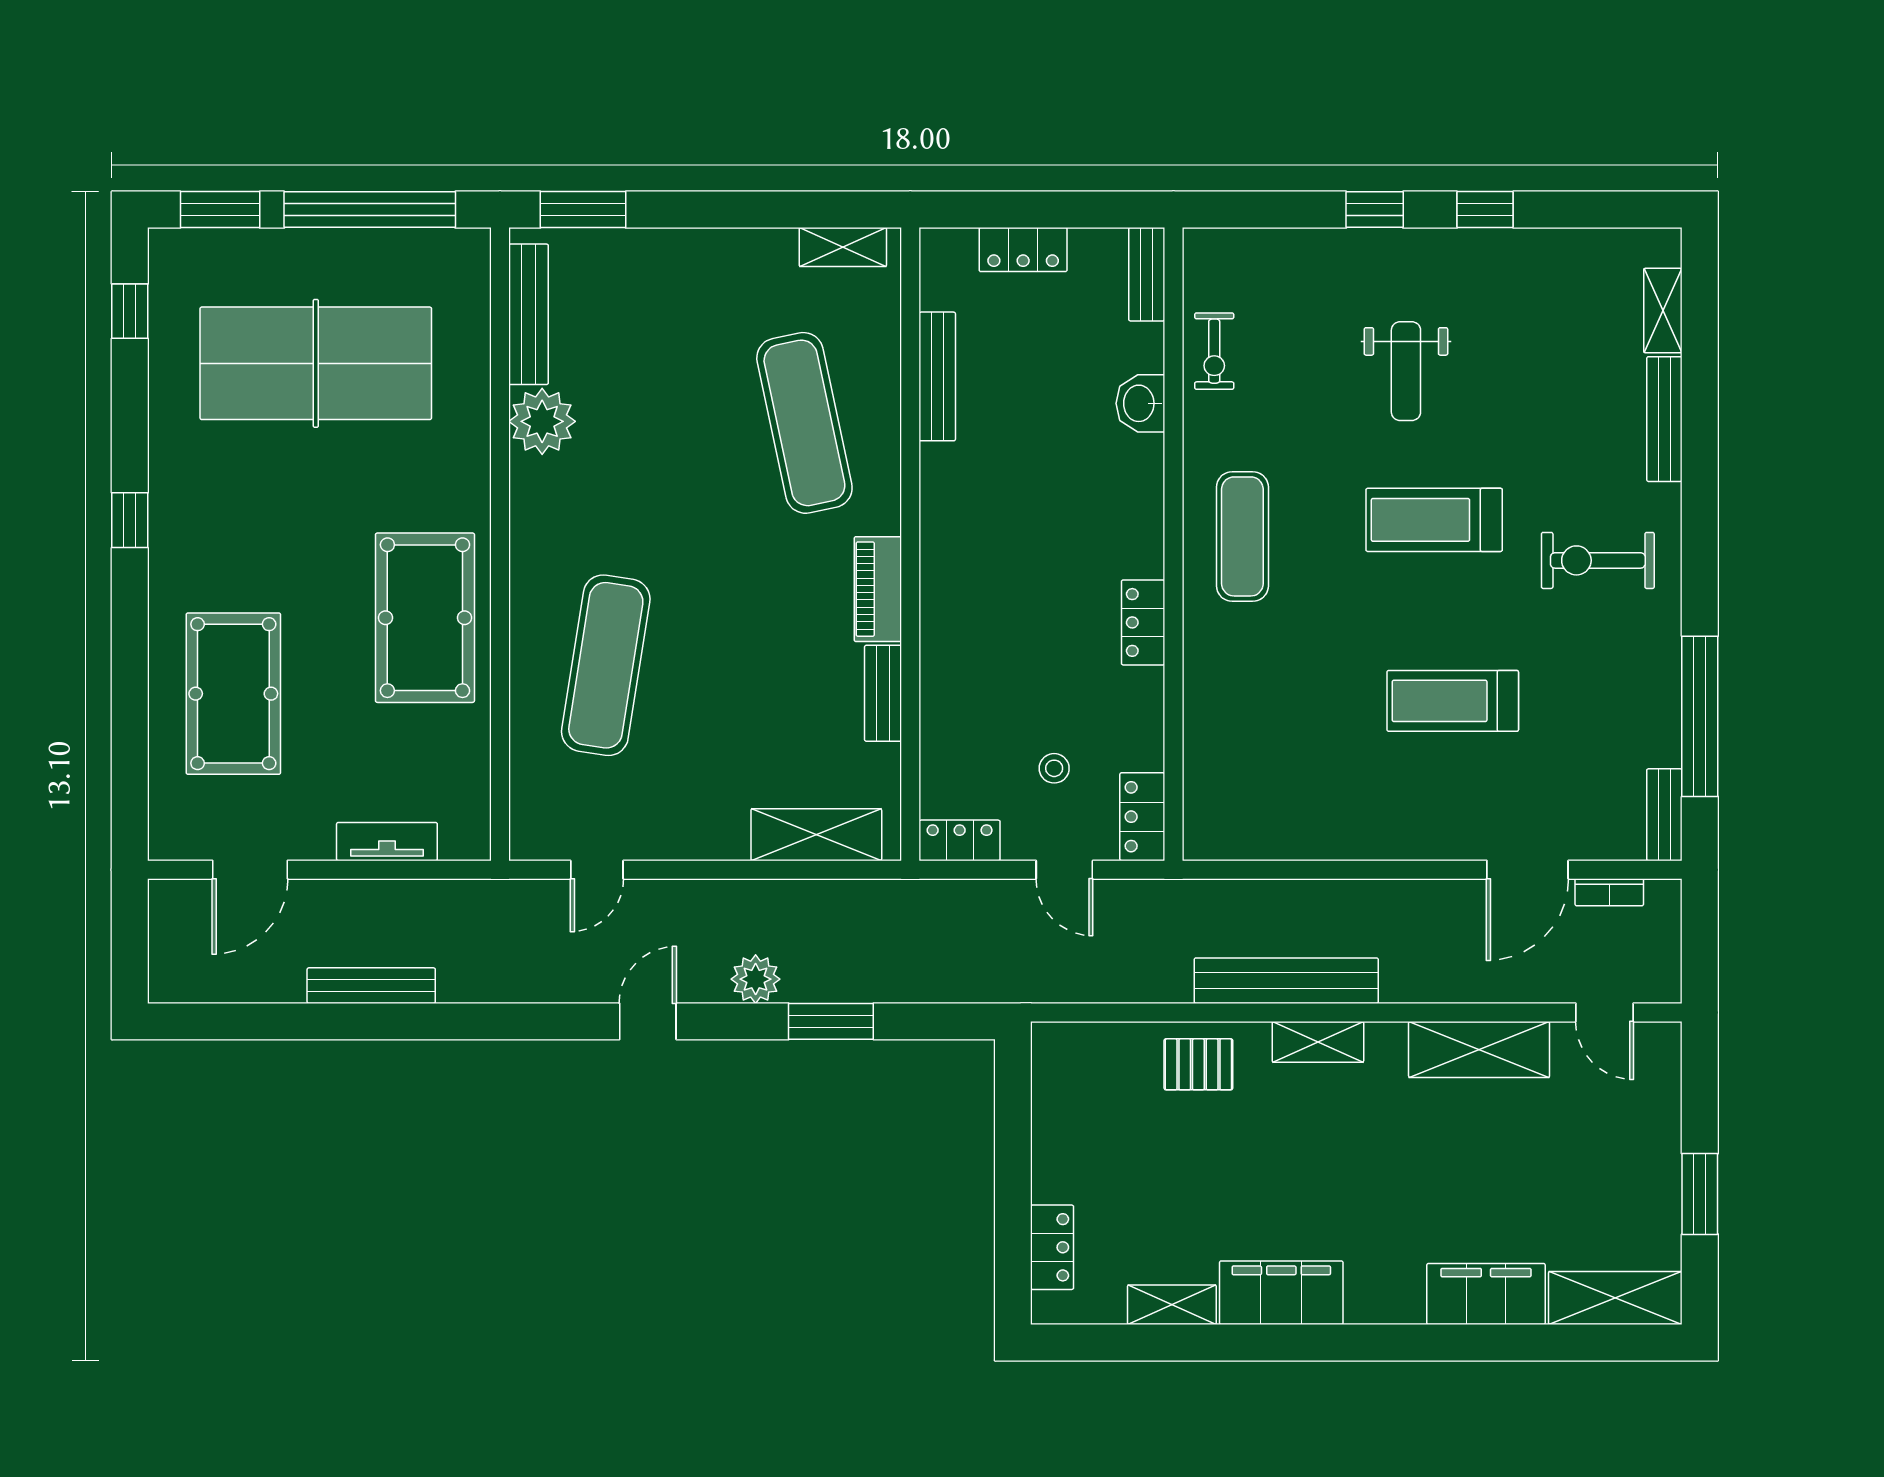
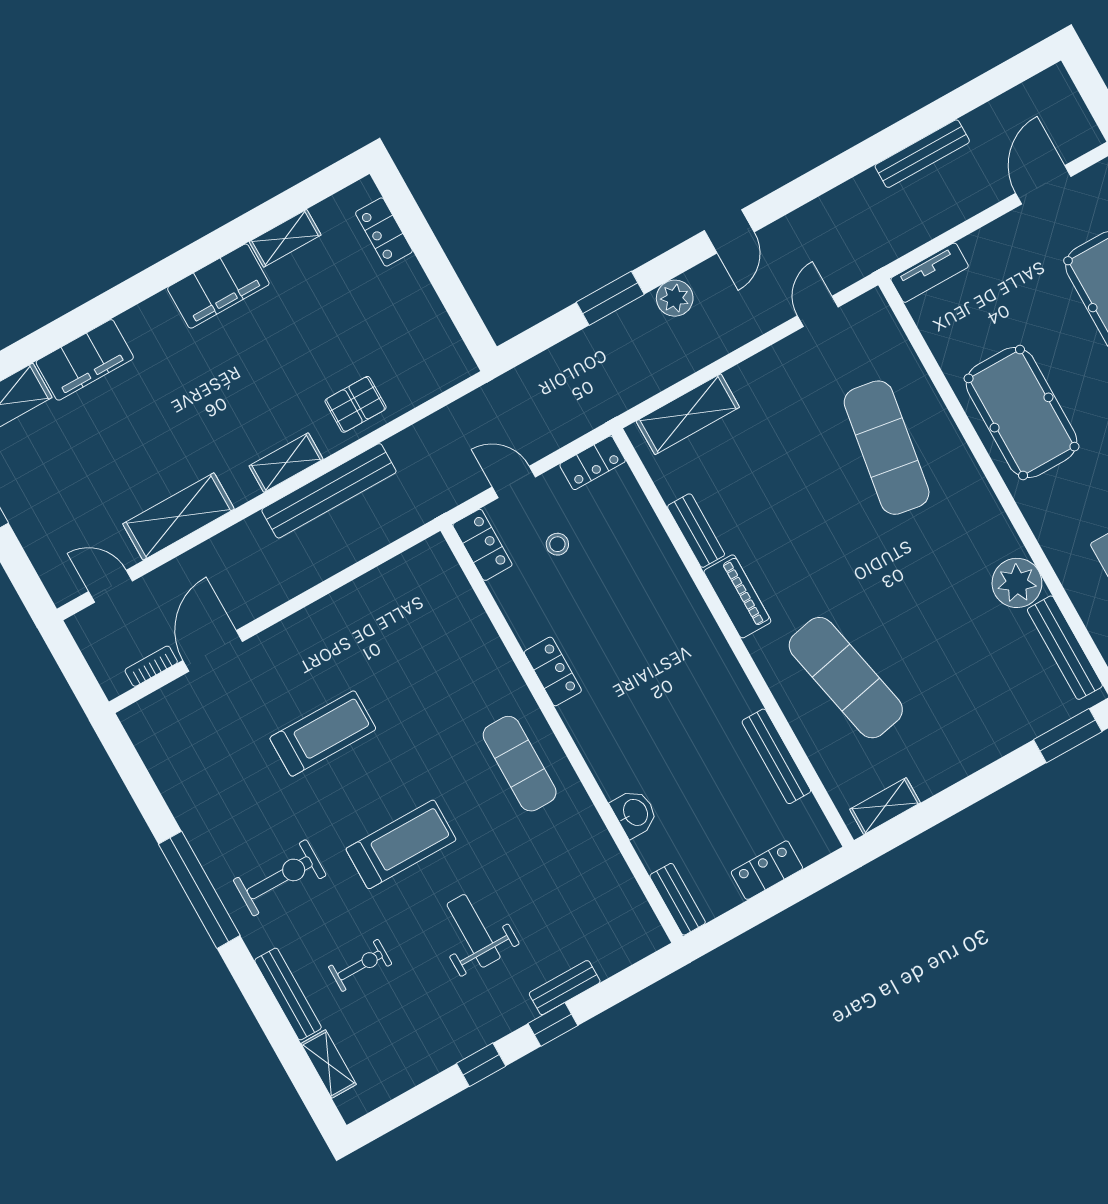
exercise bike: (1214, 351) -> (360, 965), moved, turned 90
window: (1700, 716) -> (199, 890), moved
bench: (1664, 815) -> (565, 988), moved, turned 90
tv unit: (387, 842) -> (930, 273), moved

